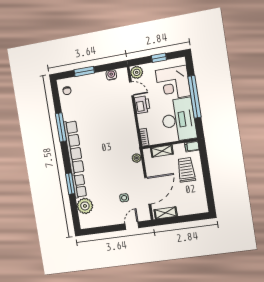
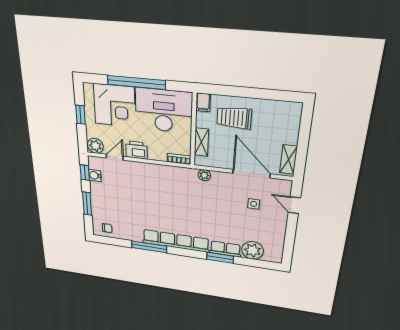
window: (111, 66) -> (85, 173), added

